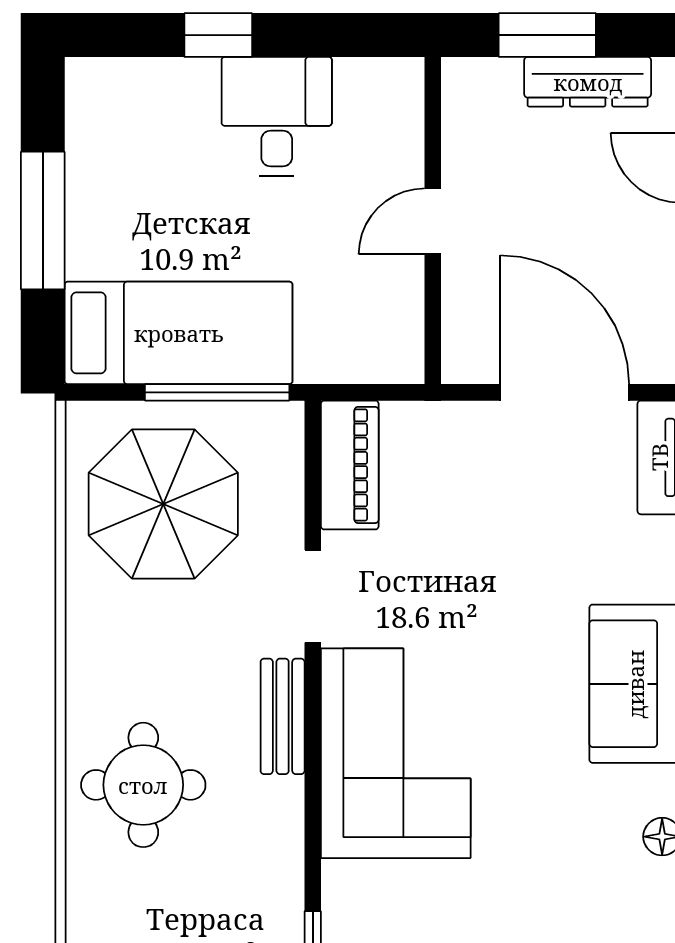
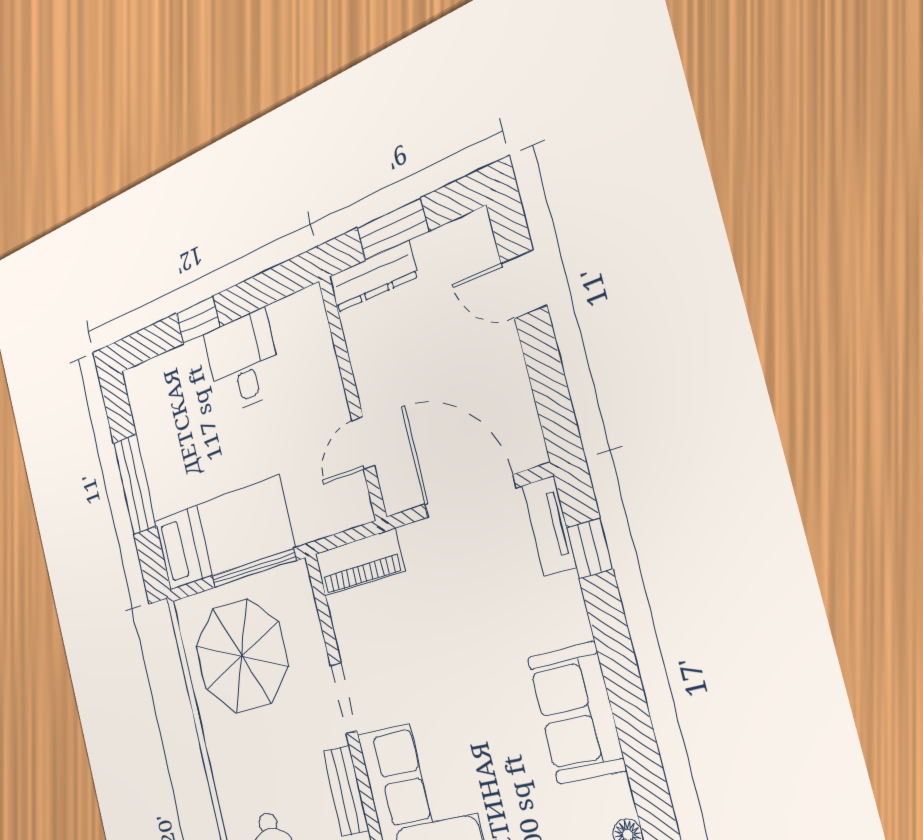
dresser: (588, 82) -> (373, 277), moved
door: (433, 221) -> (363, 443), moved
piano: (350, 465) -> (359, 562), moved, turned 90

